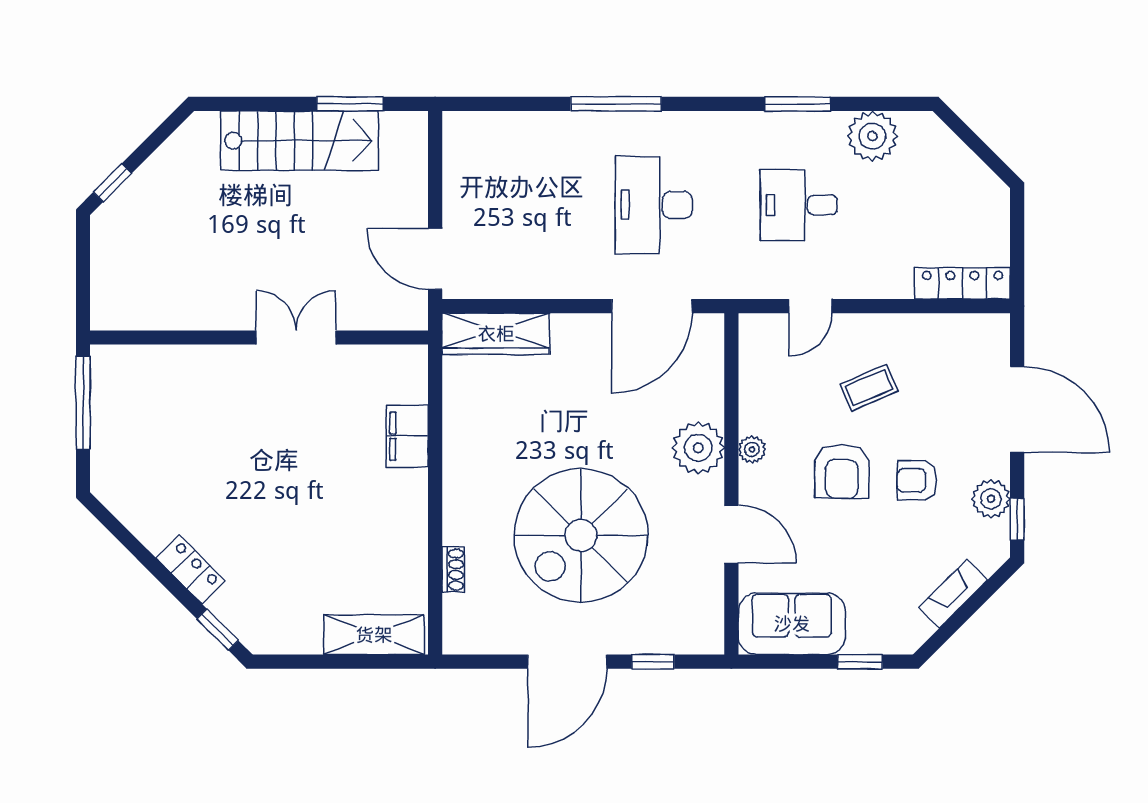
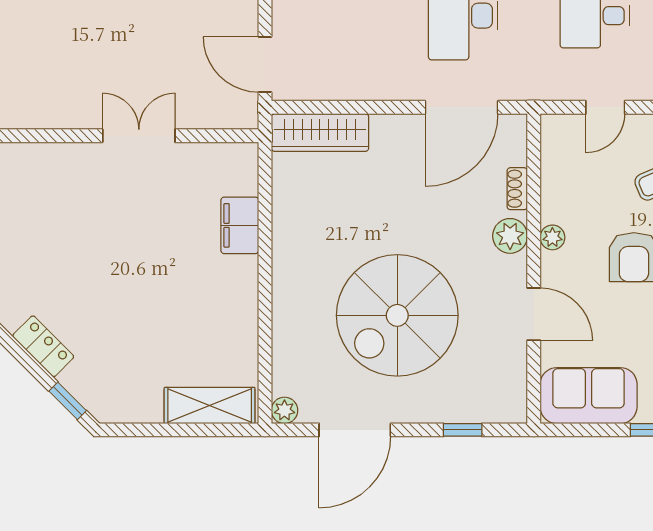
plant: (698, 448) -> (510, 236), width x0.73, depth x0.73
shoe rack: (453, 570) -> (517, 189), moved, turned 180
plant: (457, 640) -> (284, 410), added
door: (567, 662) -> (355, 430), moved

